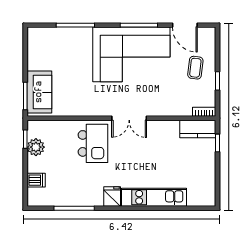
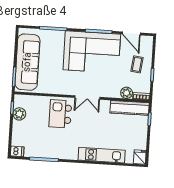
sofa: (39, 92) -> (27, 62), width x1.85, depth x1.27
plant: (183, 108) -> (127, 93), added
kitchen counter: (198, 129) -> (130, 108), width x1.50
kitchen island: (93, 143) -> (60, 114), turned 180
dishwasher: (36, 180) -> (17, 151), moved
fridge: (112, 197) -> (140, 157), moved

